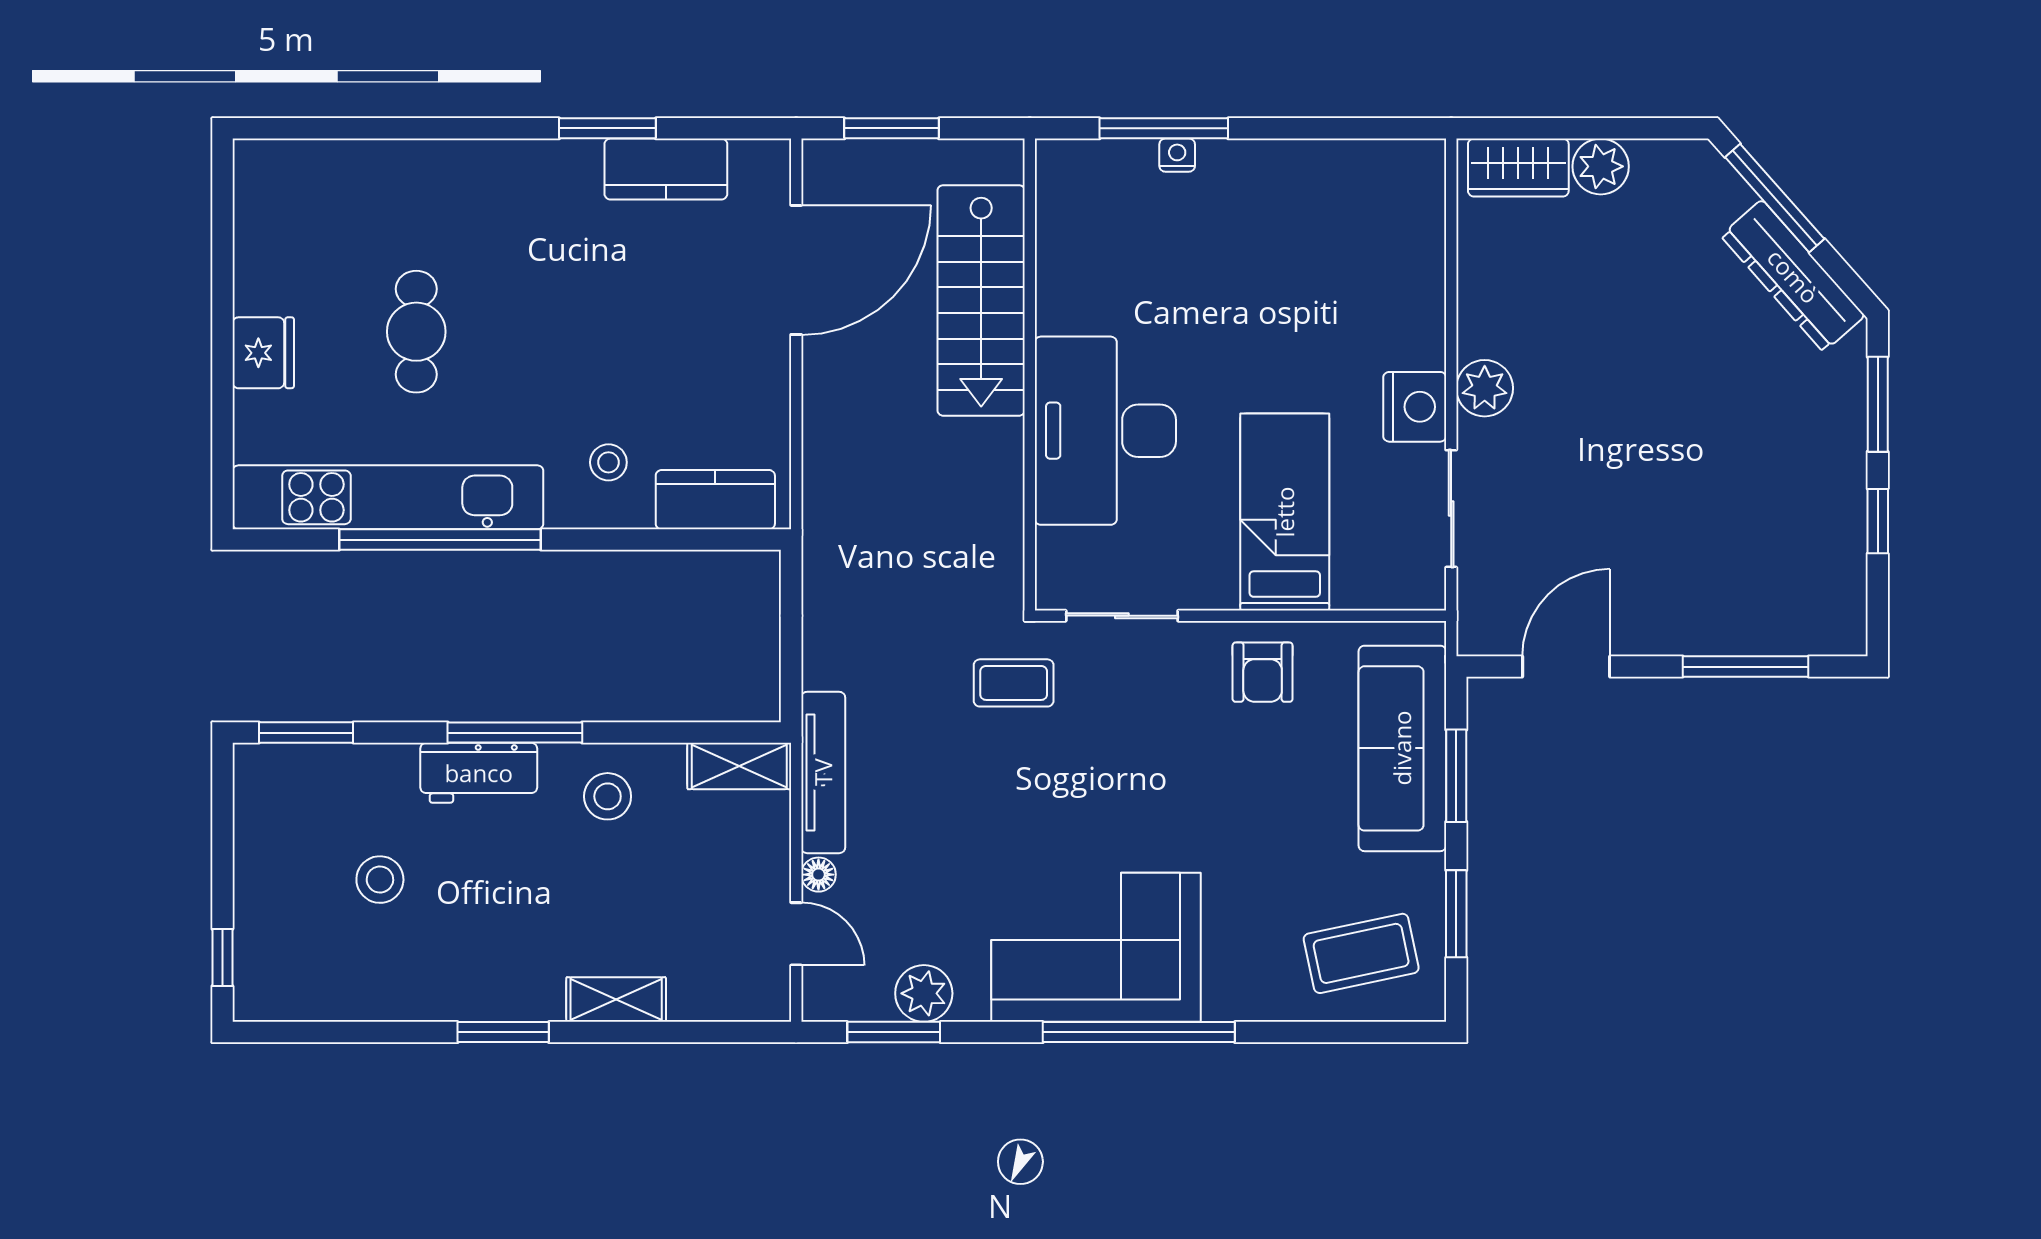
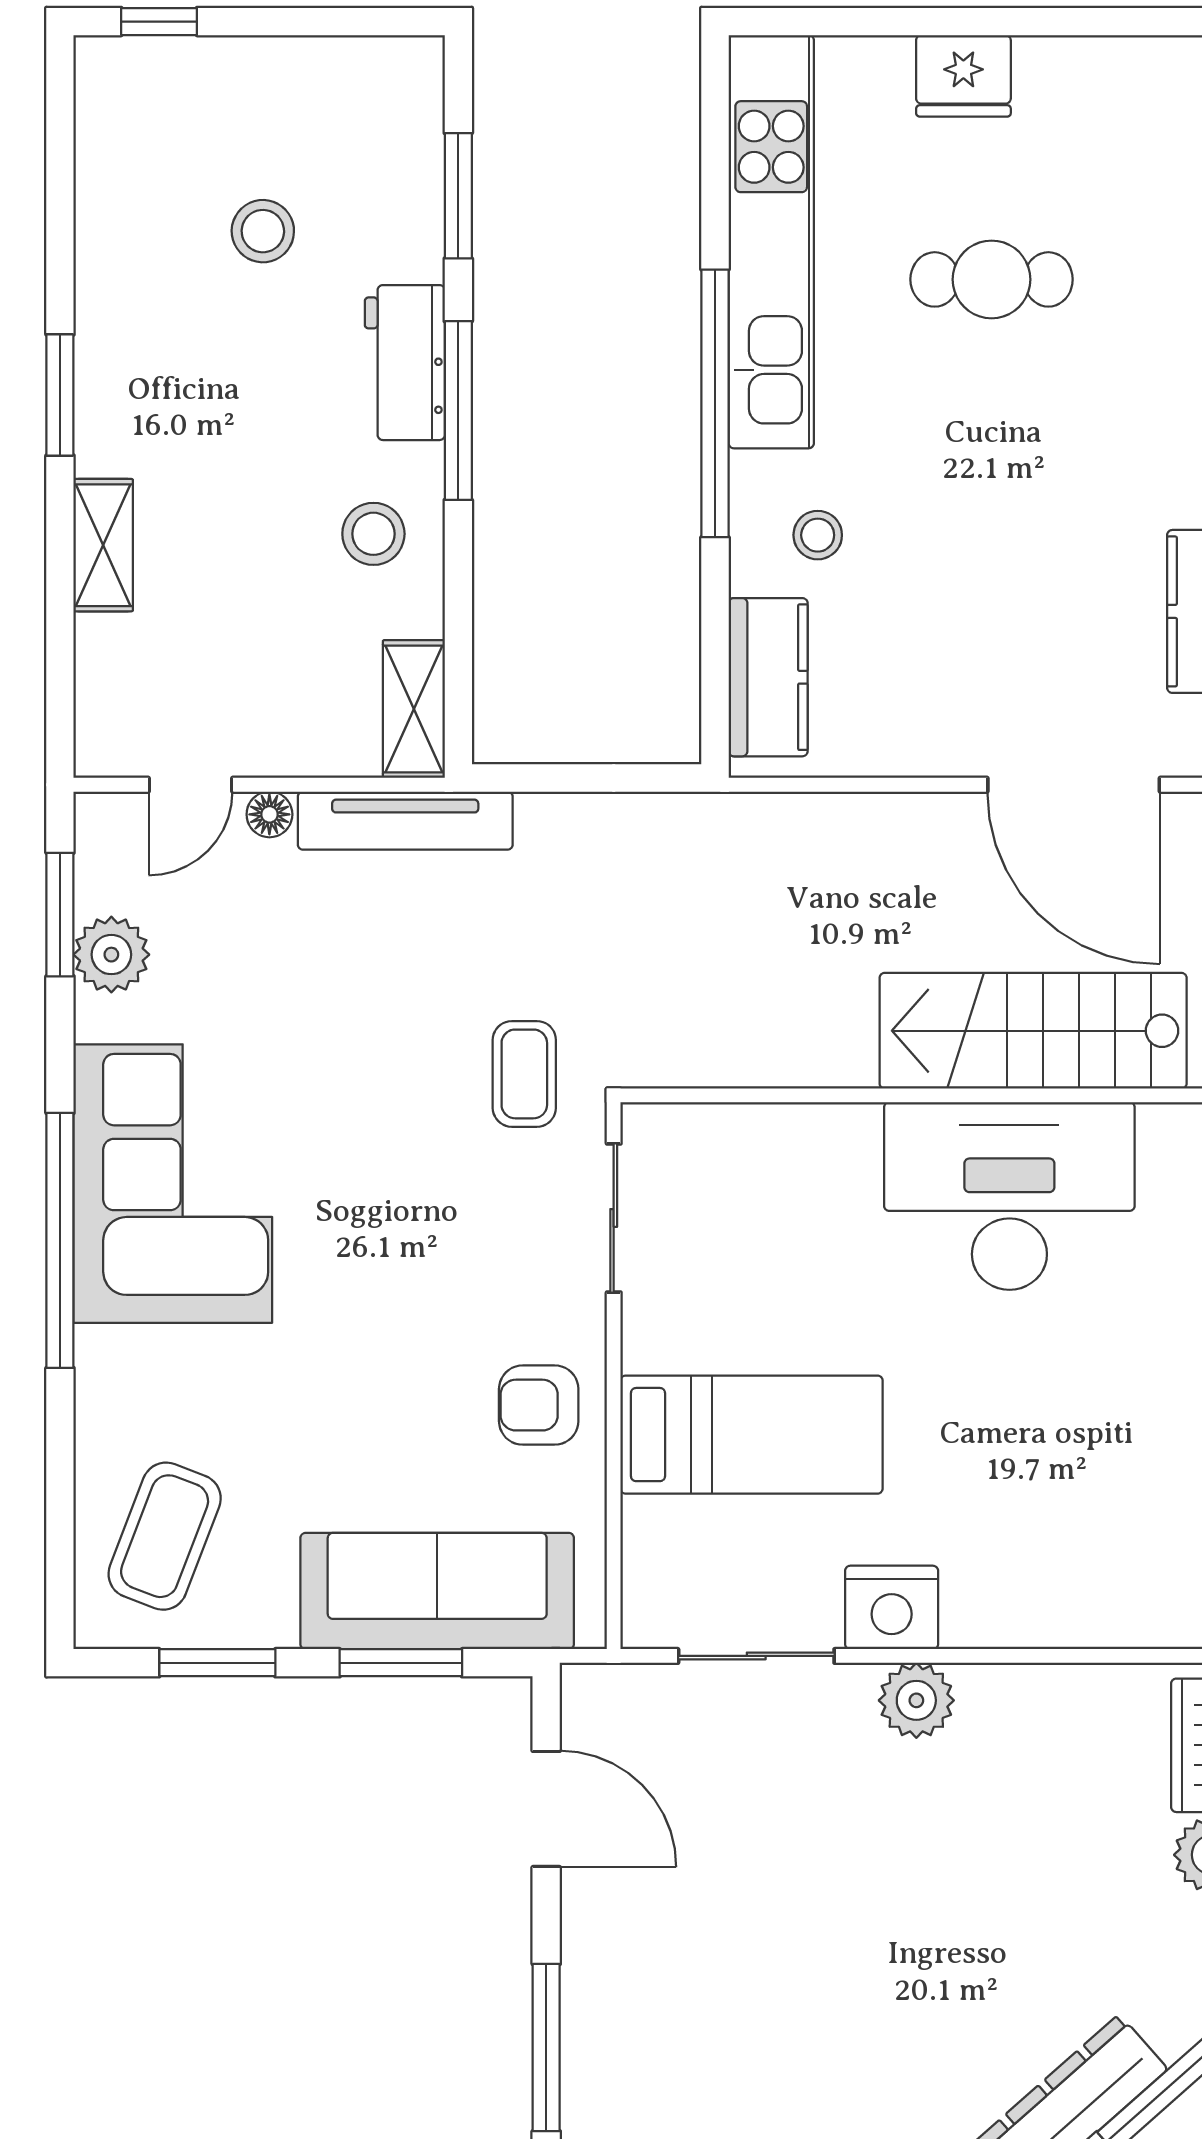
desk: (1105, 431) -> (1009, 1196), moved
window: (440, 540) -> (715, 403), moved
window: (306, 733) -> (458, 196), moved
coffee table: (1361, 953) -> (165, 1536), turned 33

